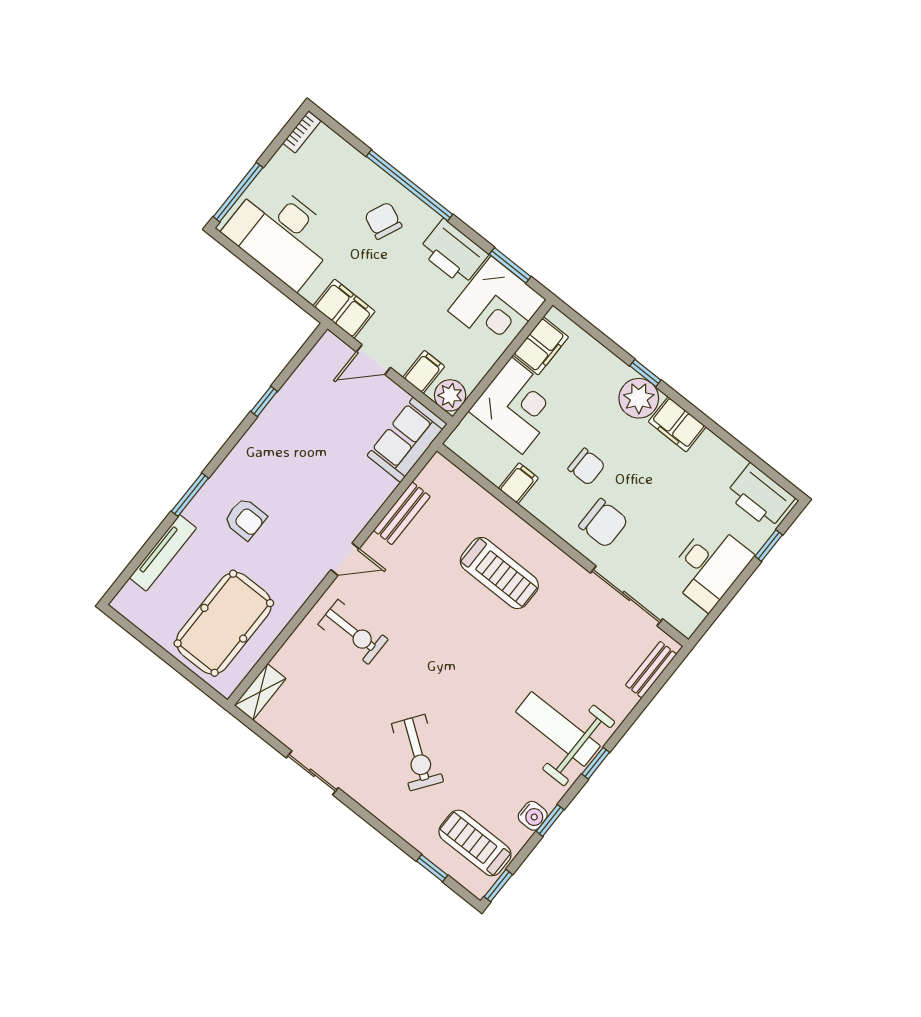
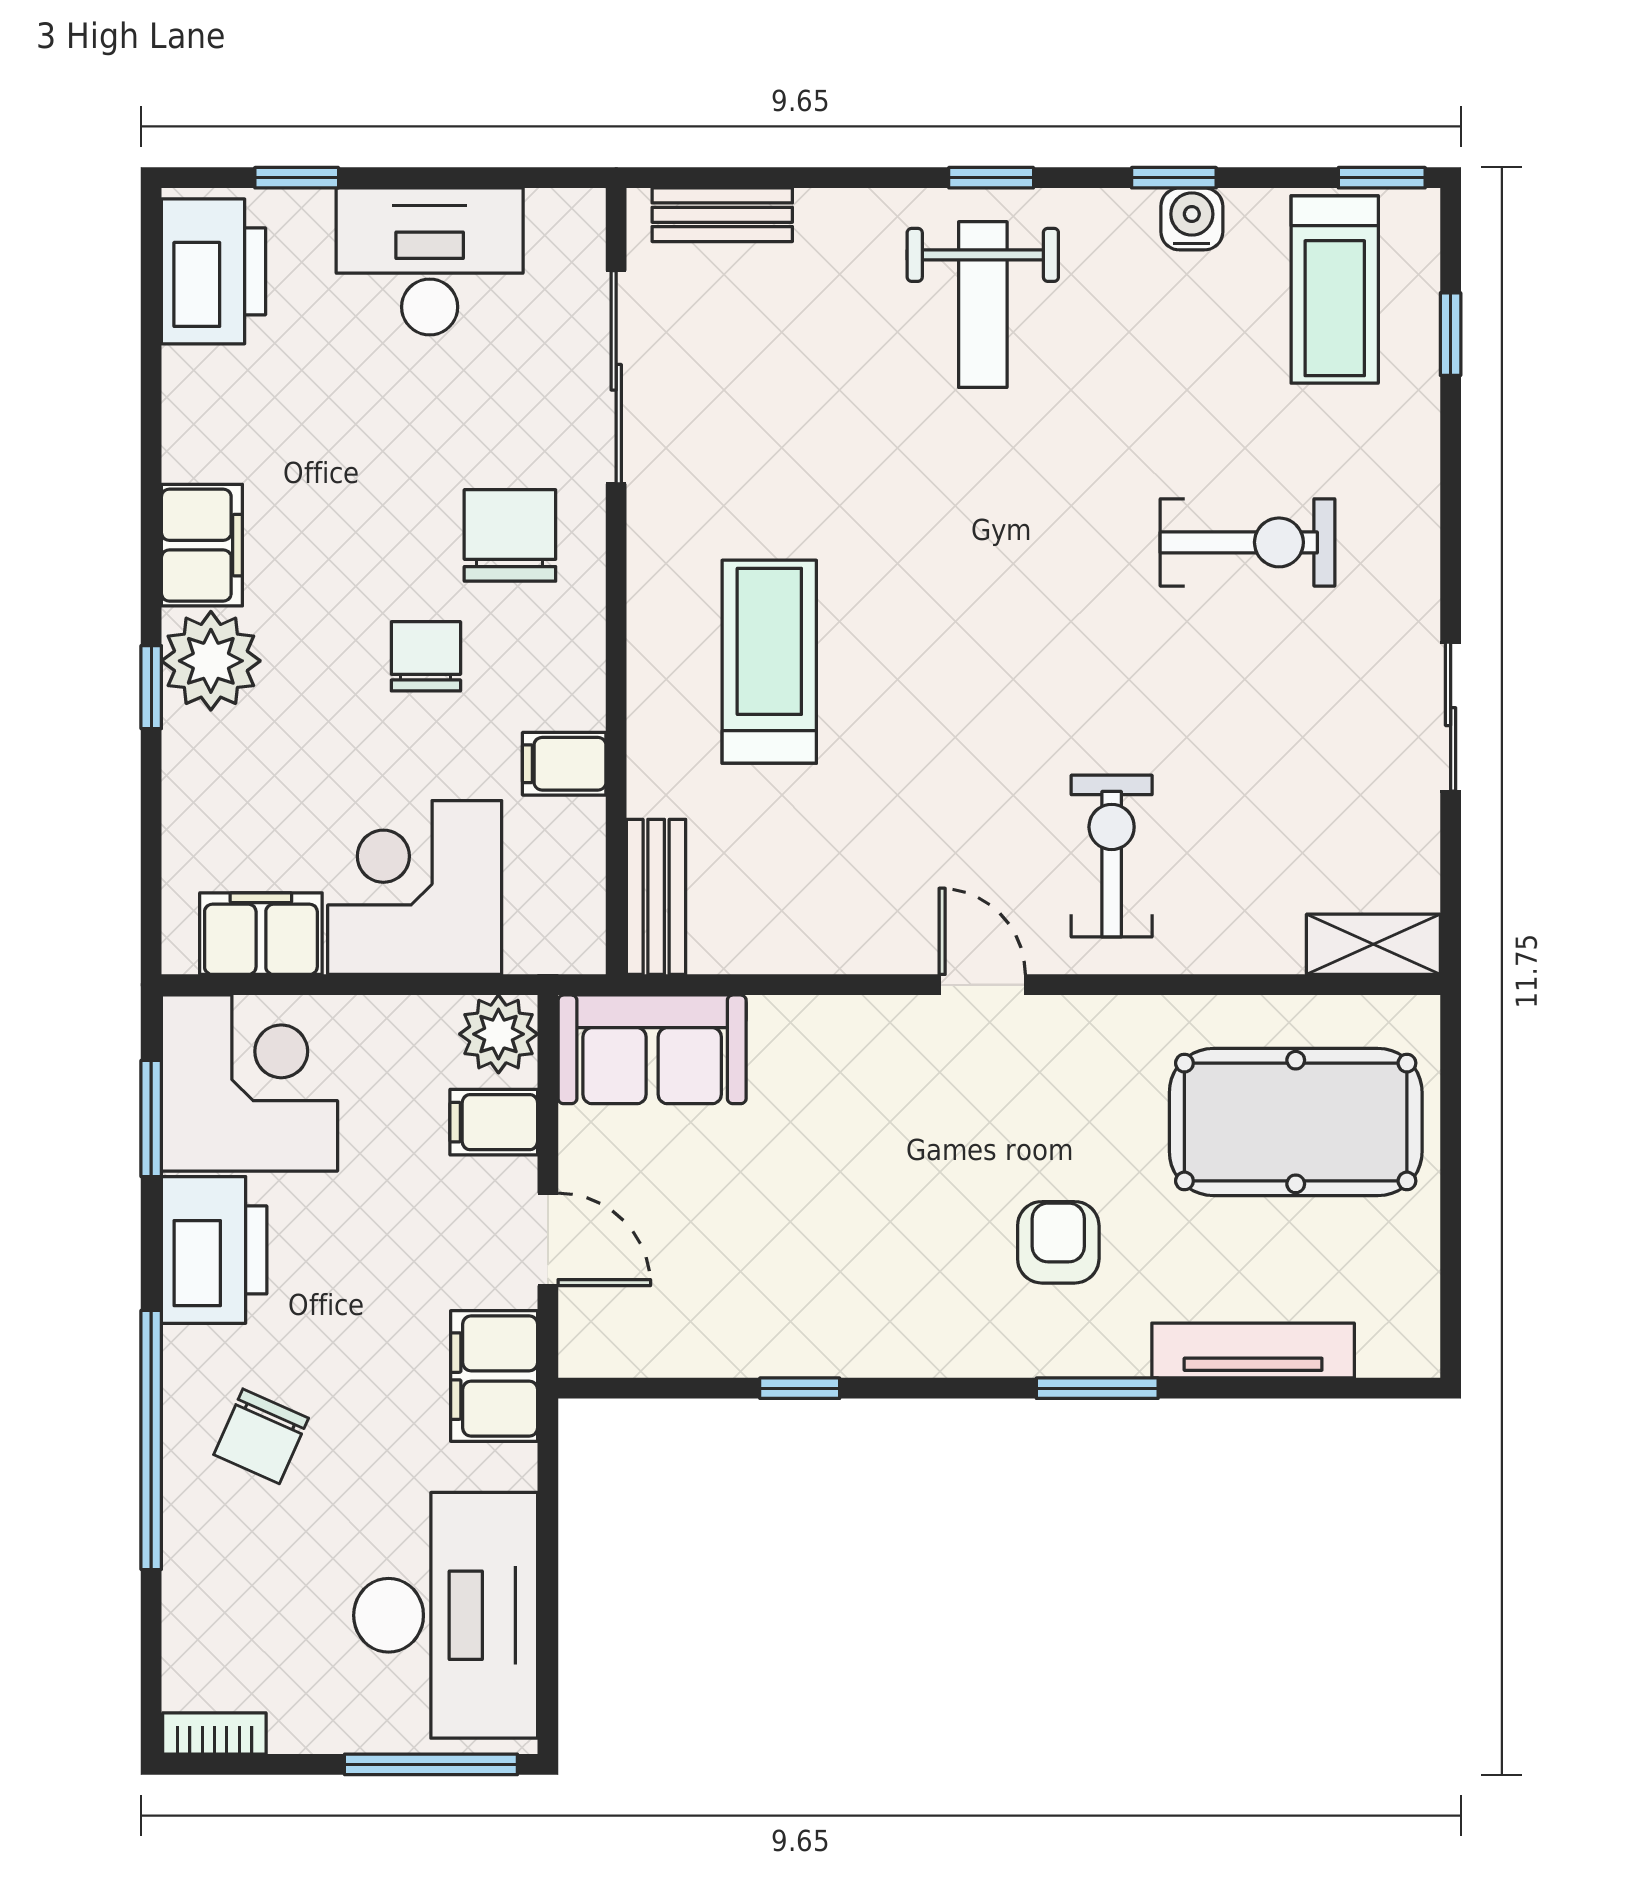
bench: (402, 513) -> (656, 897), moved, turned 90
weight bench: (558, 729) -> (983, 305), width x0.73, depth x0.75
exercise bike: (417, 753) -> (1248, 542), turned 54

